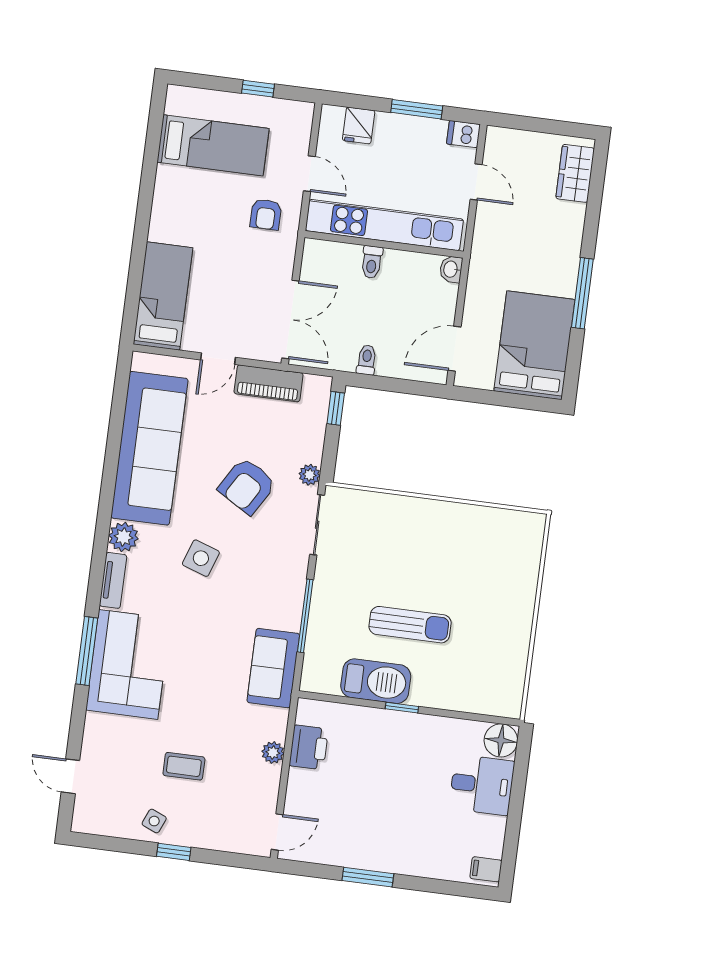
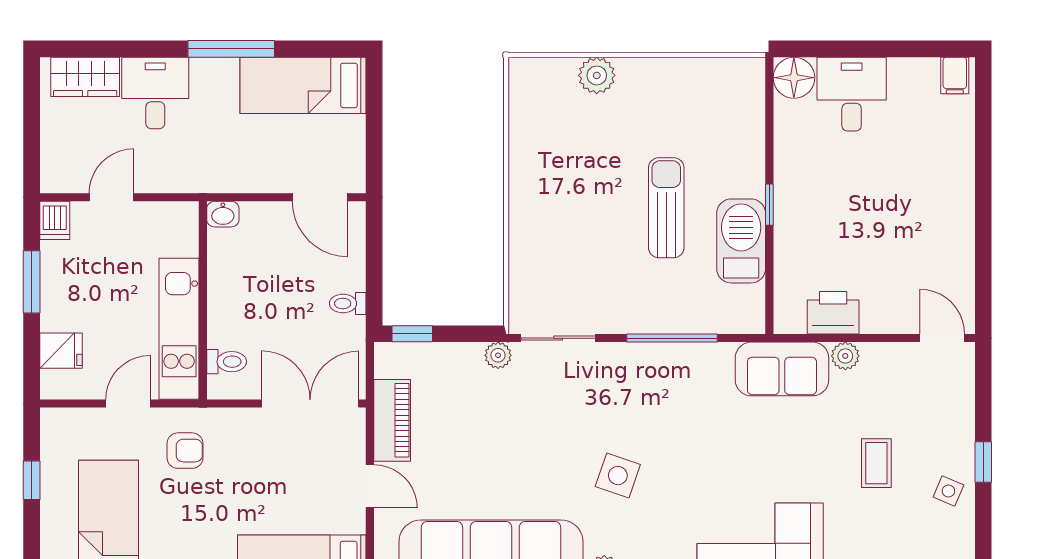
kitchen unit: (384, 225) -> (179, 329), width x0.73
desk: (555, 228) -> (155, 93), added
toilet: (372, 262) -> (227, 362), moved
bed: (534, 345) -> (303, 85), width x0.67
armchair: (247, 486) -> (522, 430), removed
plant: (523, 583) -> (597, 75), added
sofa: (273, 668) -> (782, 369), moved
window: (368, 877) -> (983, 219), removed

